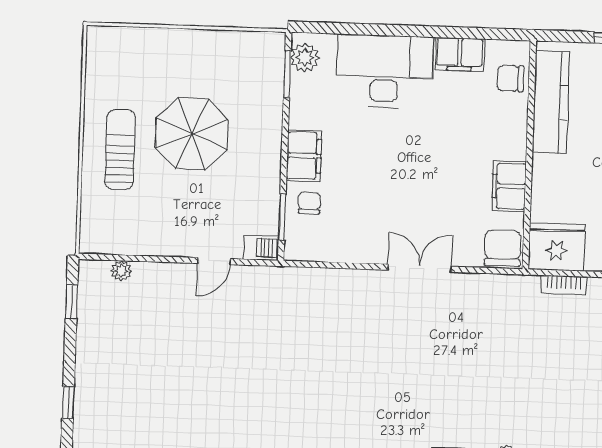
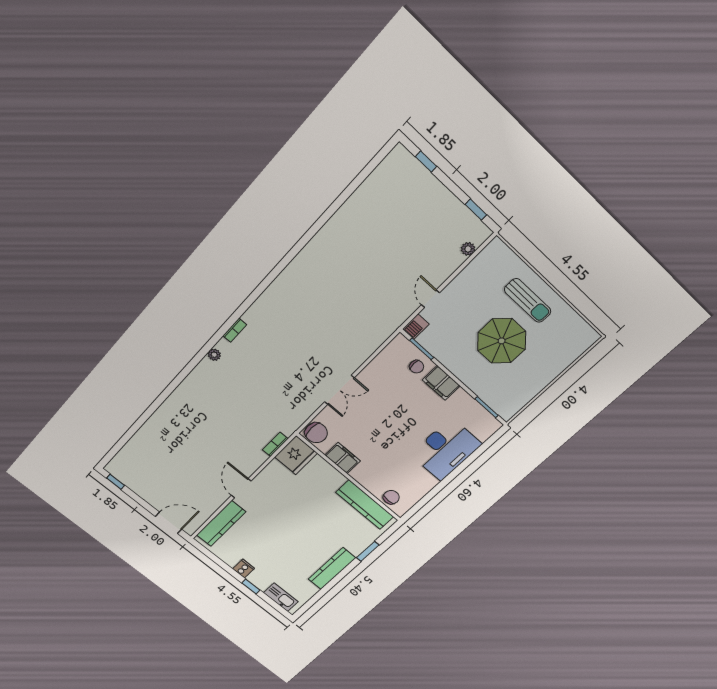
filing cabinet: (460, 54) -> (422, 486), removed
plant: (305, 58) -> (486, 421), removed

